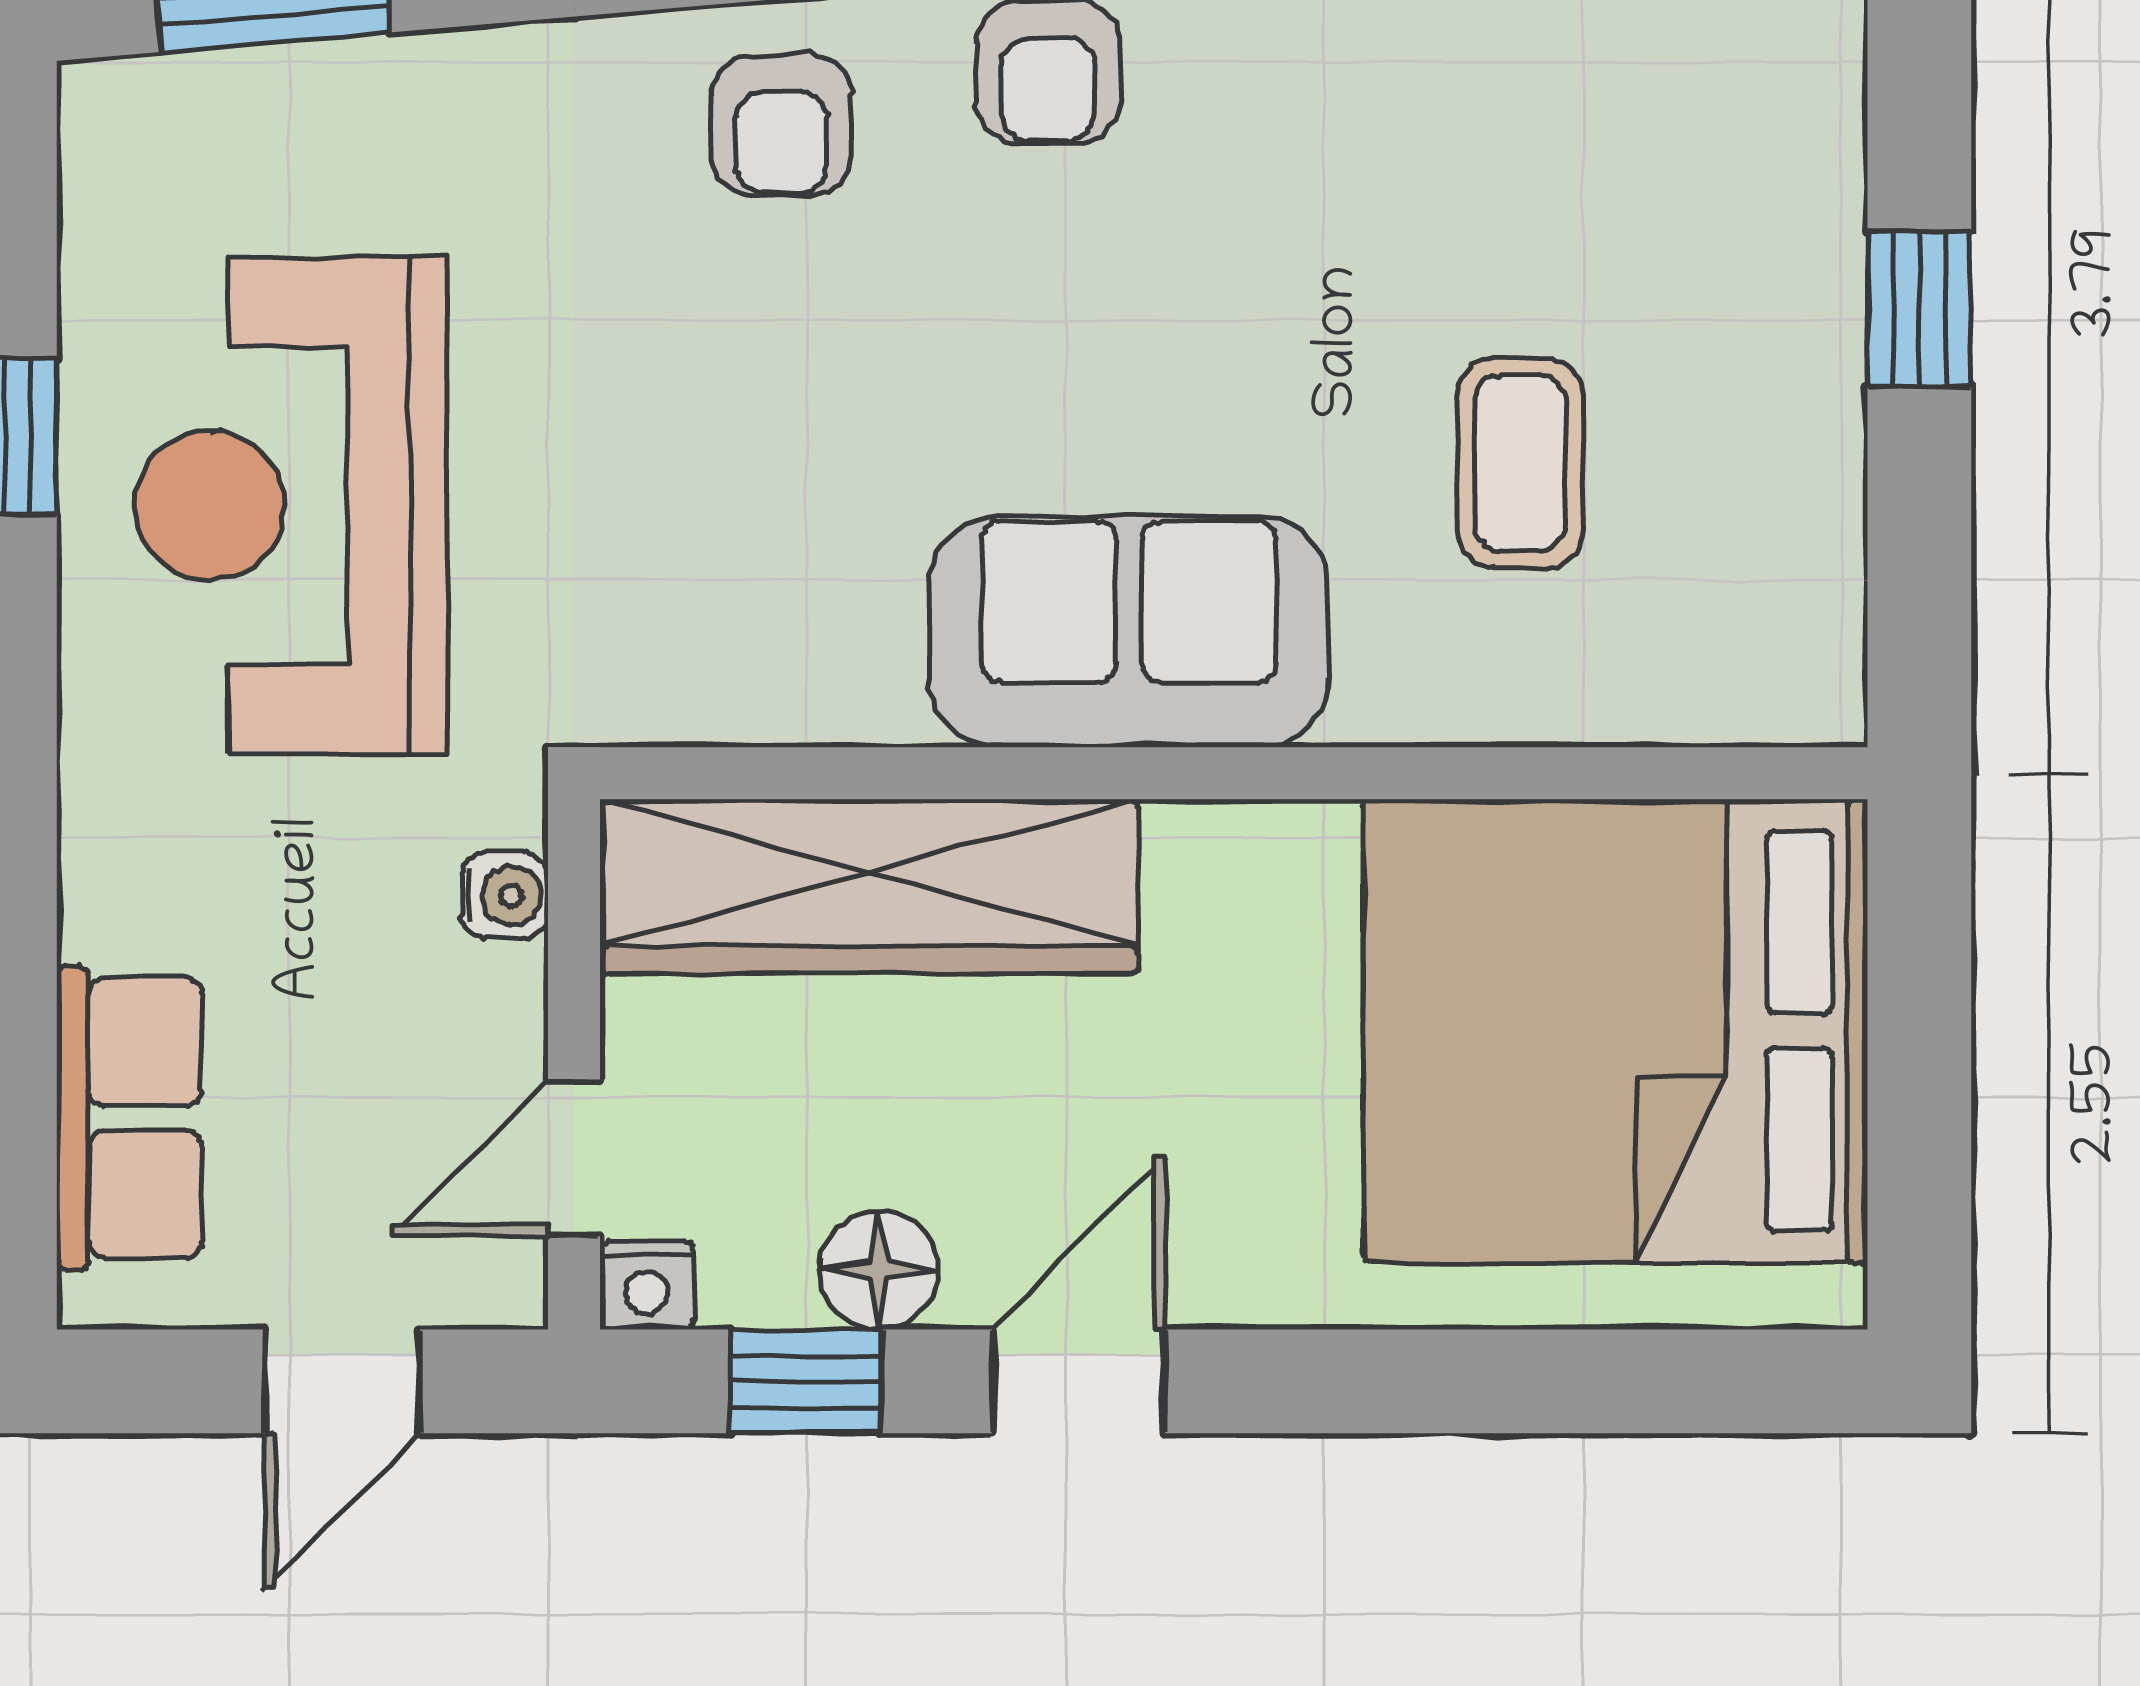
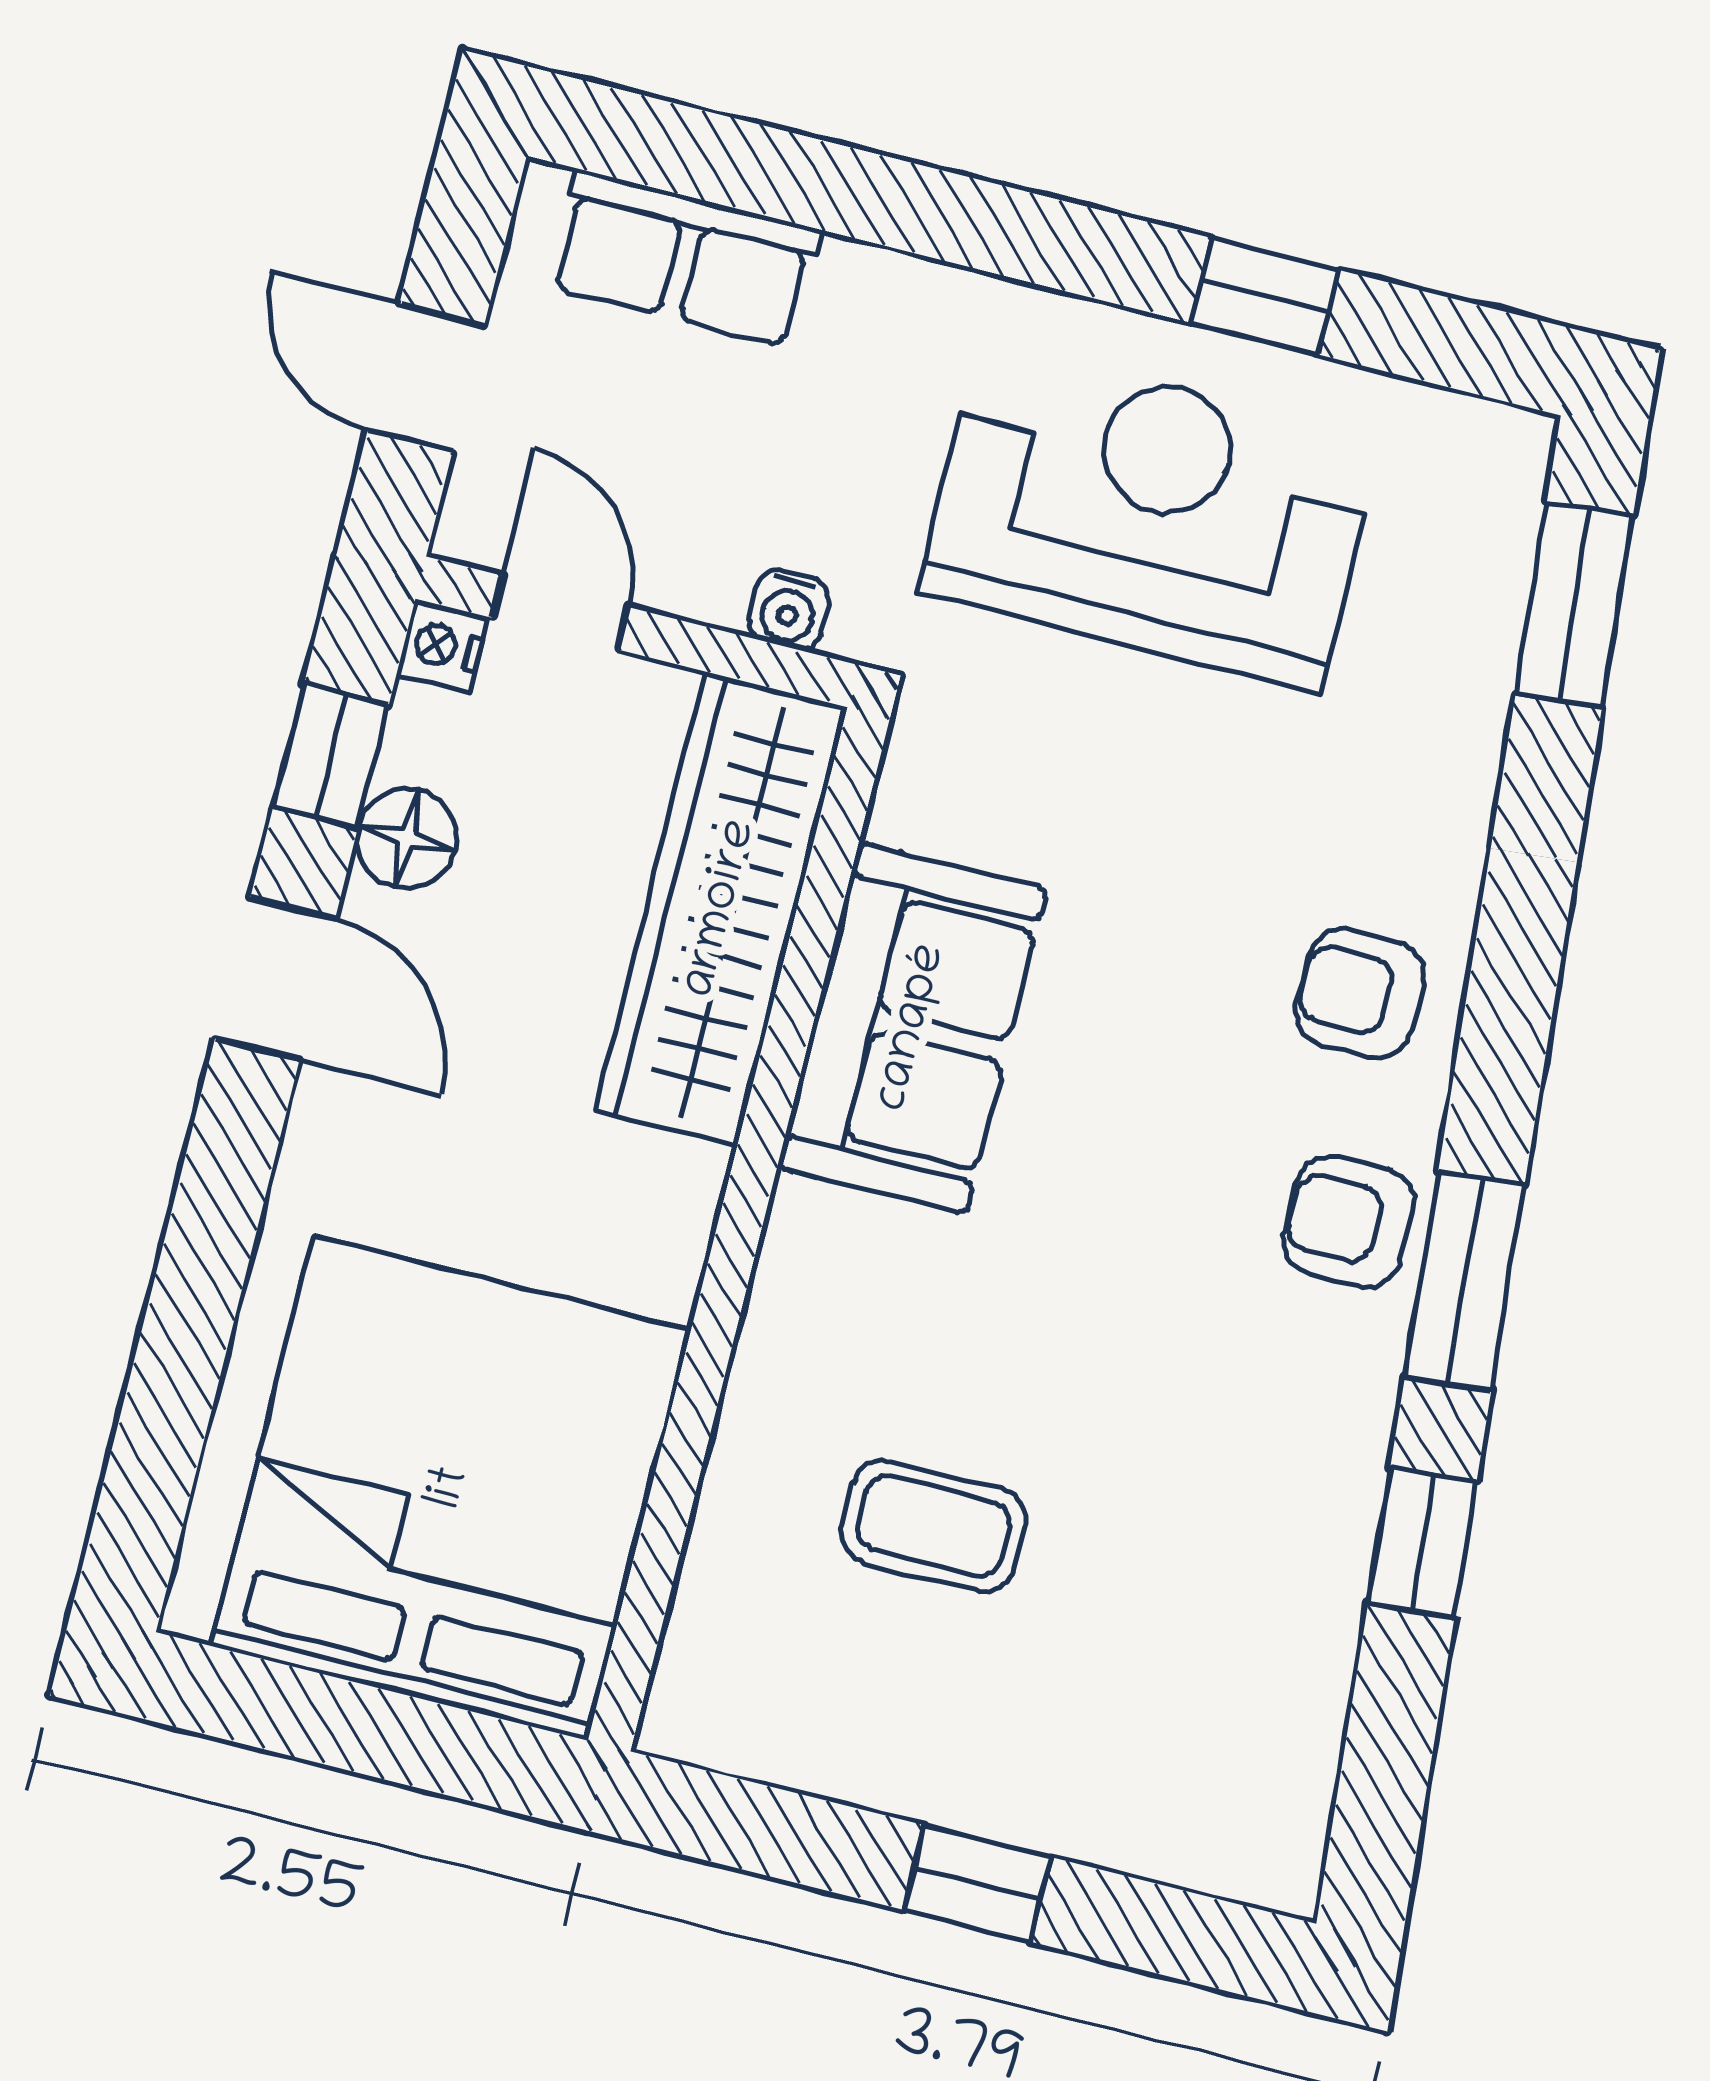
sofa: (1129, 632) -> (912, 1028), moved

